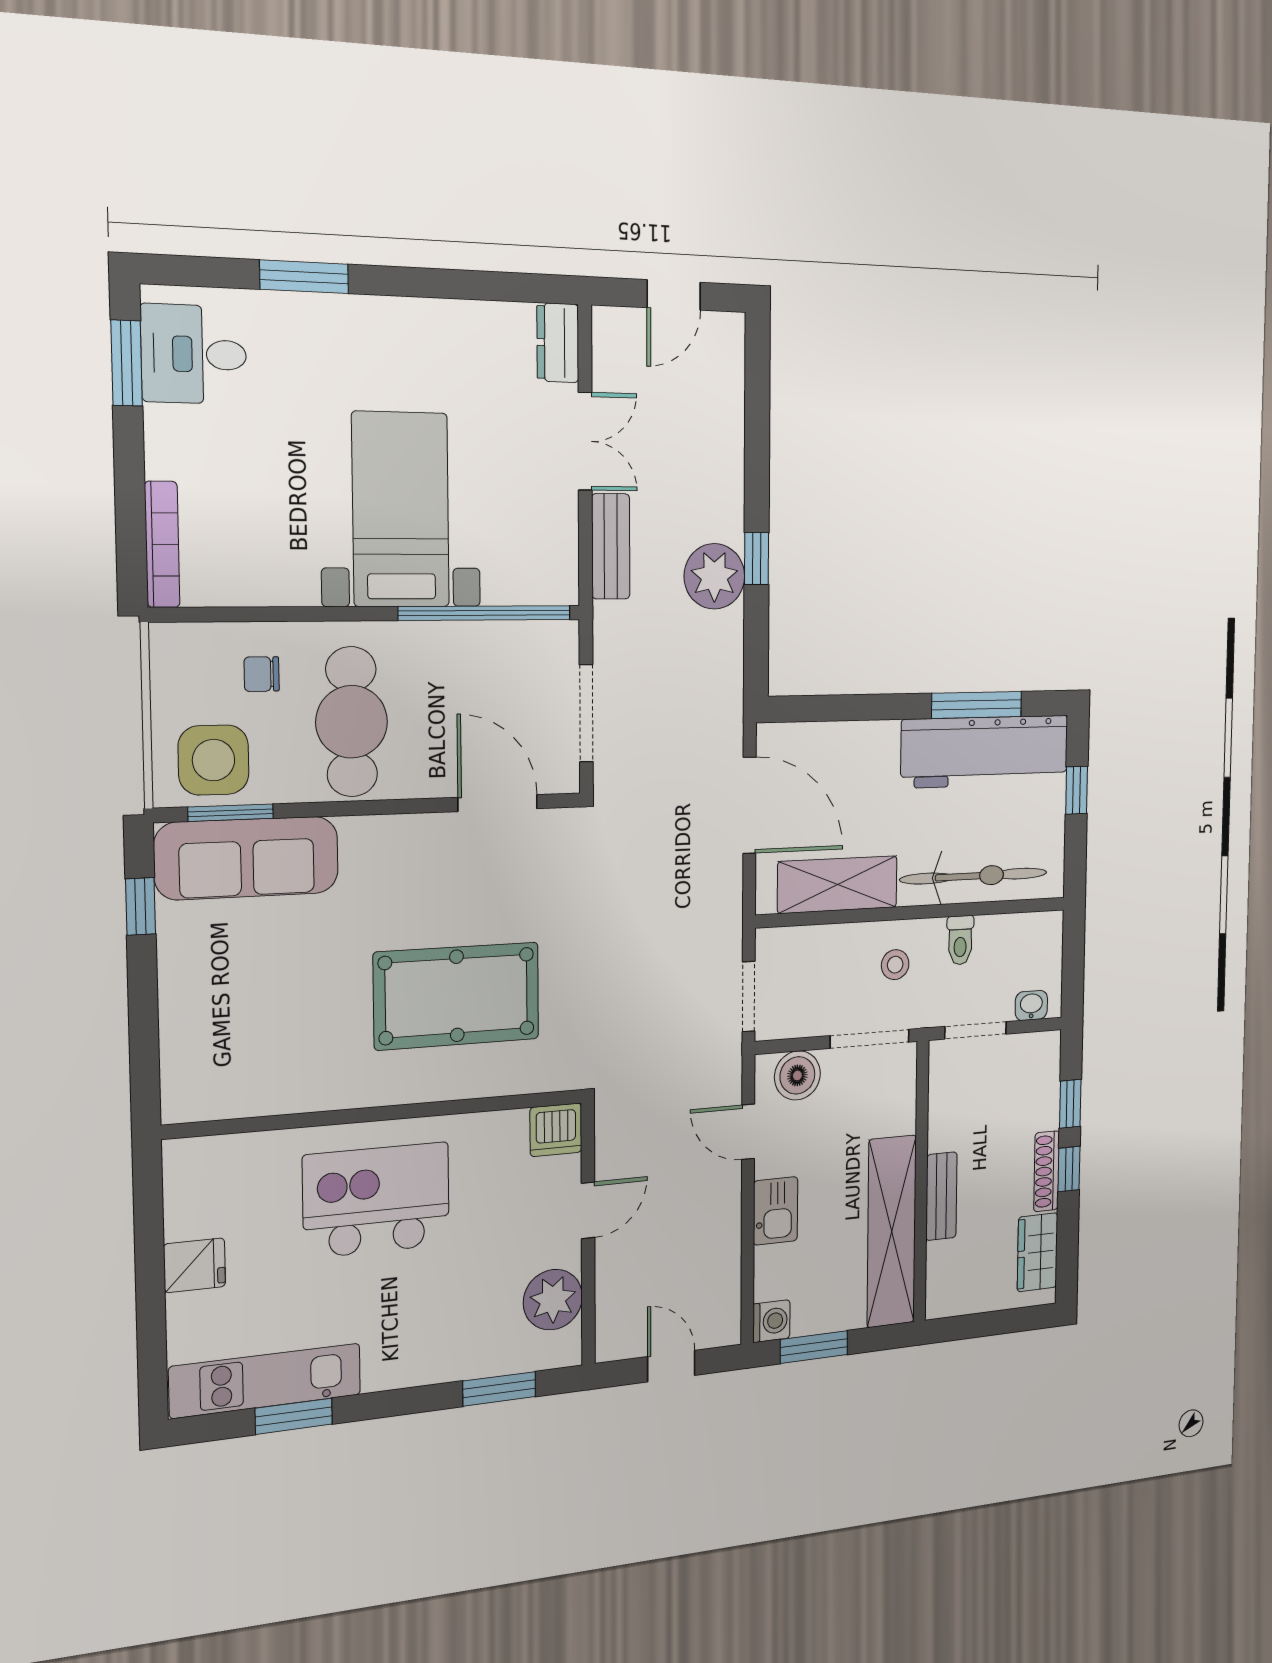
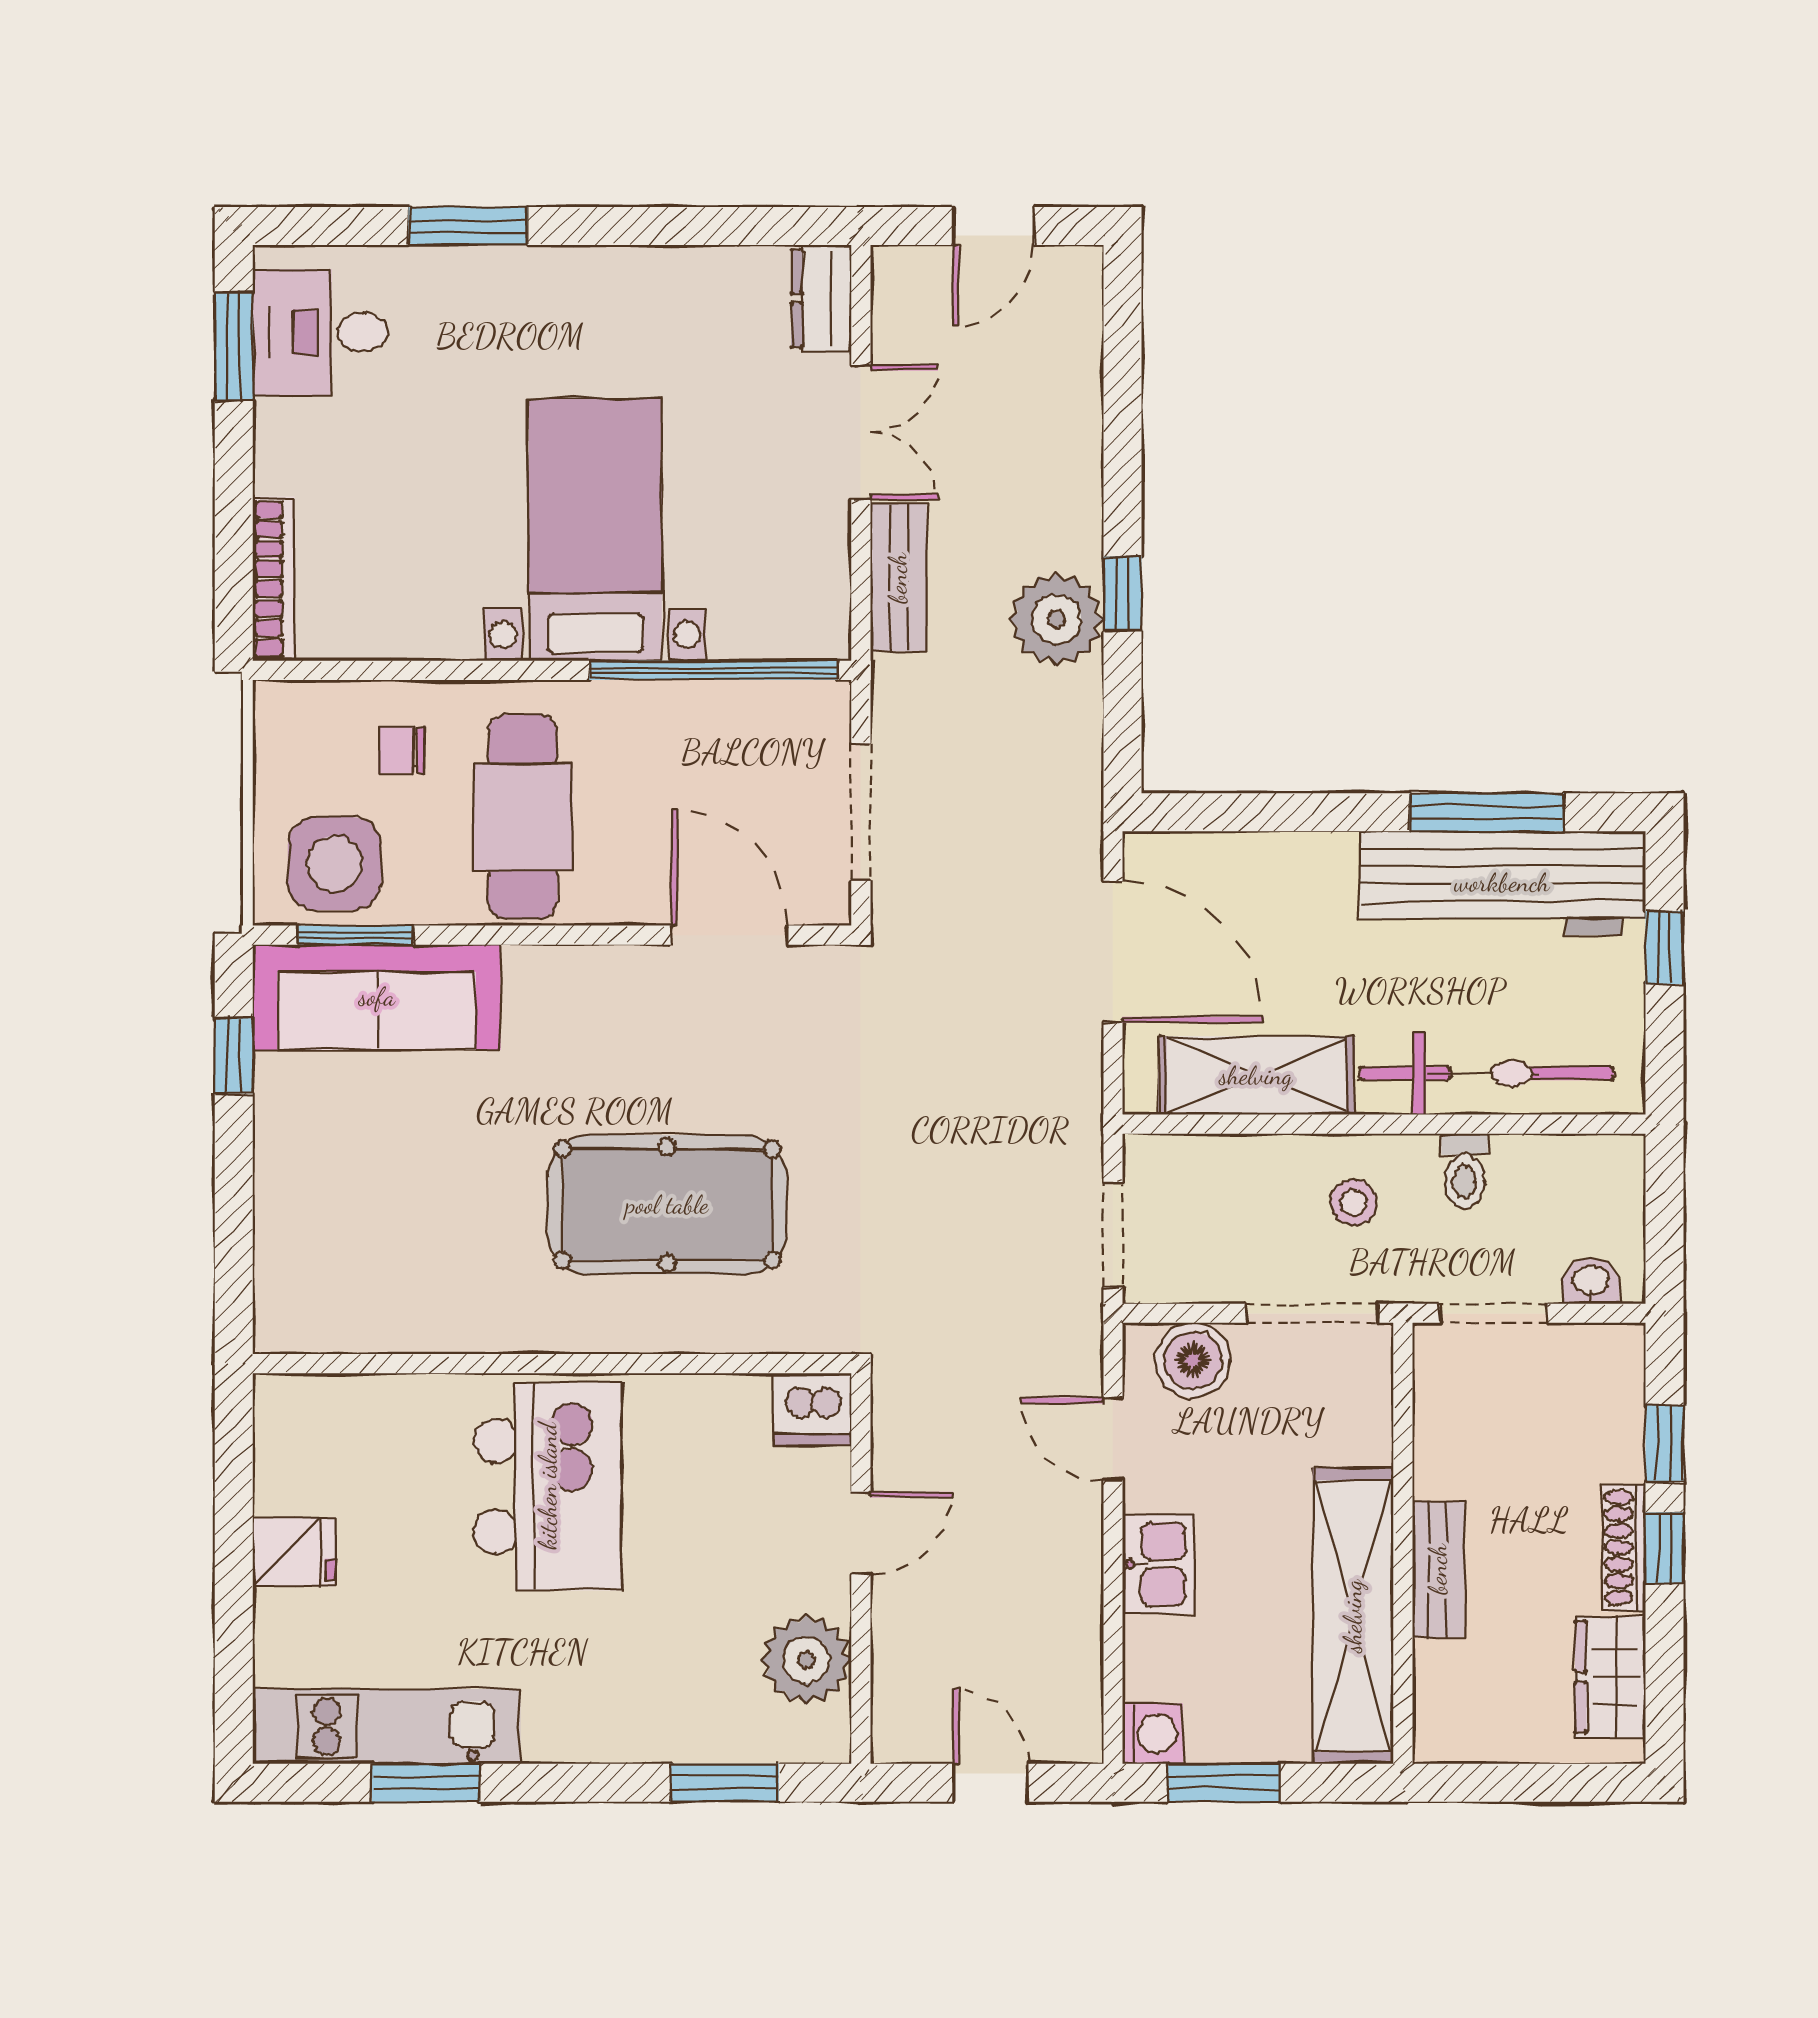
kitchen island: (376, 1200) -> (548, 1486), turned 90

